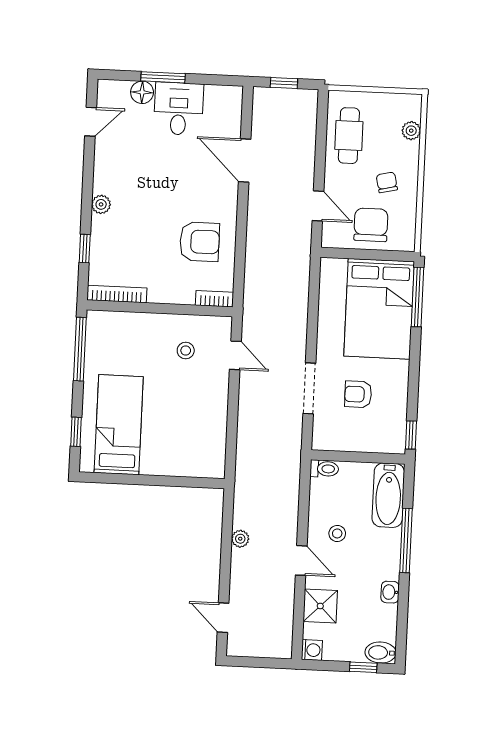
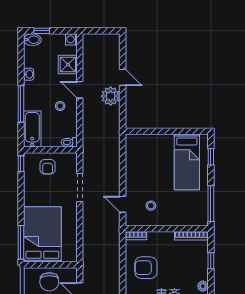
armchair: (358, 394) -> (48, 167), moved, turned 90
plant: (240, 539) -> (111, 96), width x1.88, depth x1.88
door: (223, 618) -> (123, 77), moved

